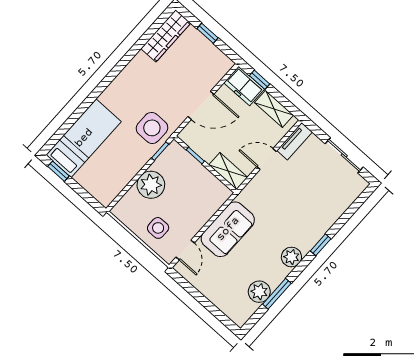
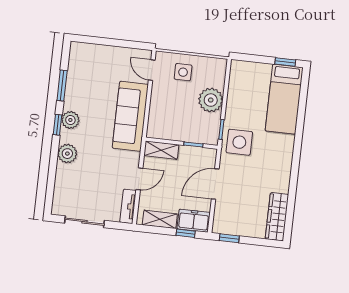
window: (208, 33) -> (229, 238), moved
sofa: (228, 229) -> (130, 116), width x1.36
window: (321, 245) -> (58, 125), moved
plant: (259, 292) -> (67, 154), moved

